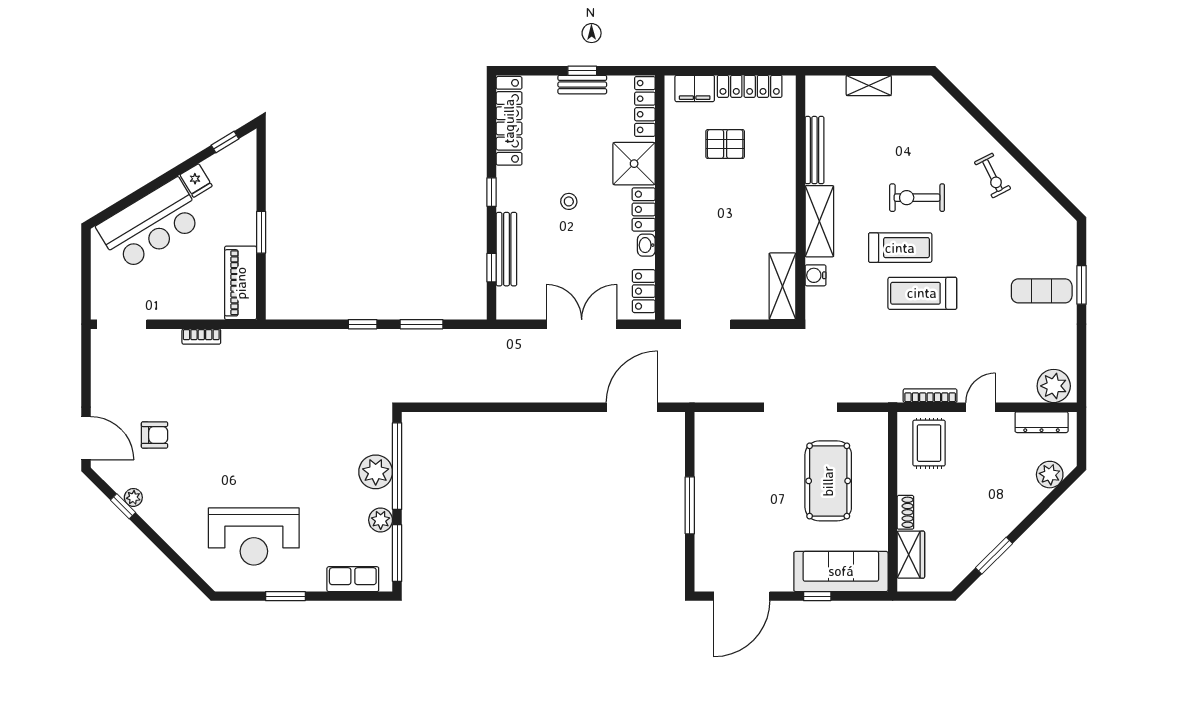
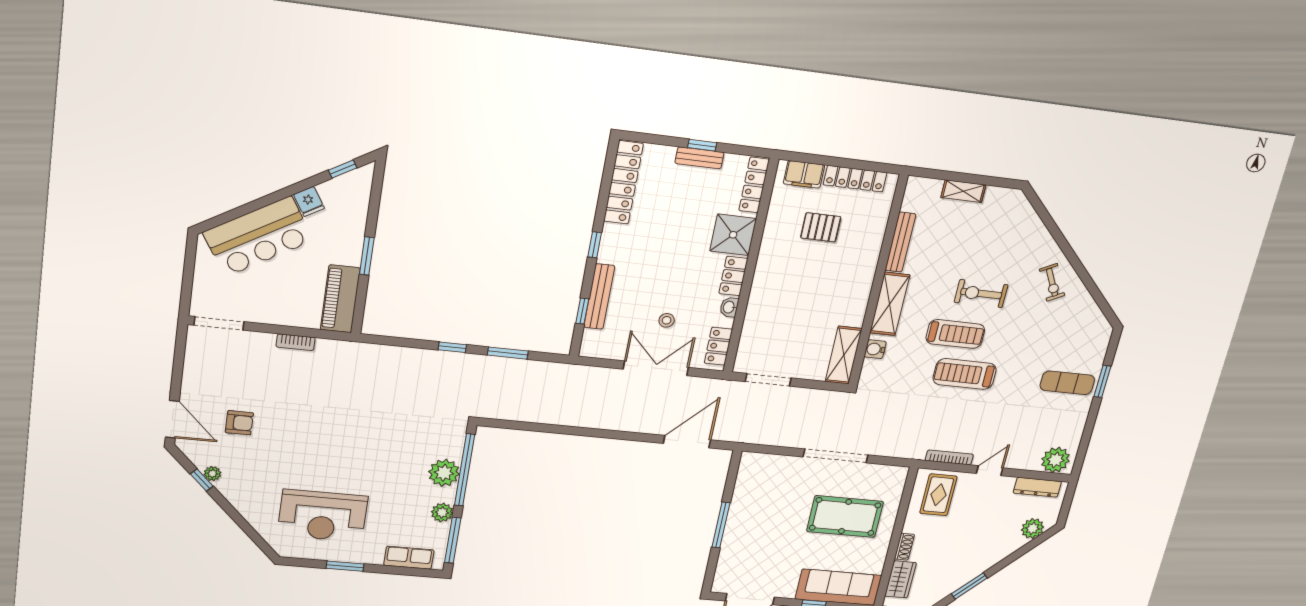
stool: (569, 201) -> (667, 320), moved
pool table: (828, 481) -> (845, 517), turned 90

